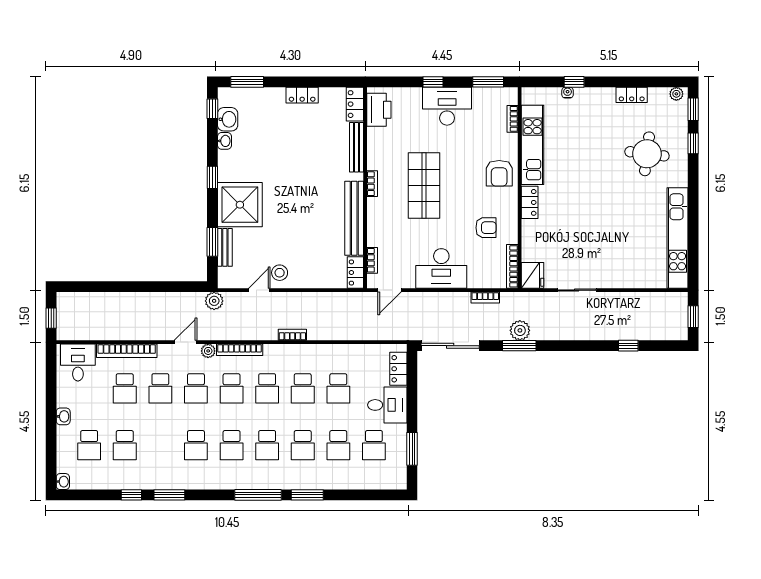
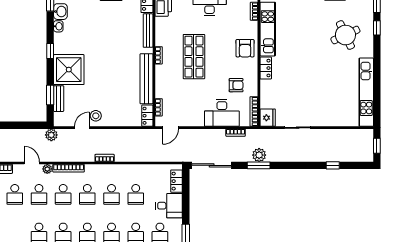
round table: (647, 154) -> (345, 35), turned -32
desk: (441, 268) -> (222, 113), moved
door: (185, 342) -> (32, 163), hinge flipped

